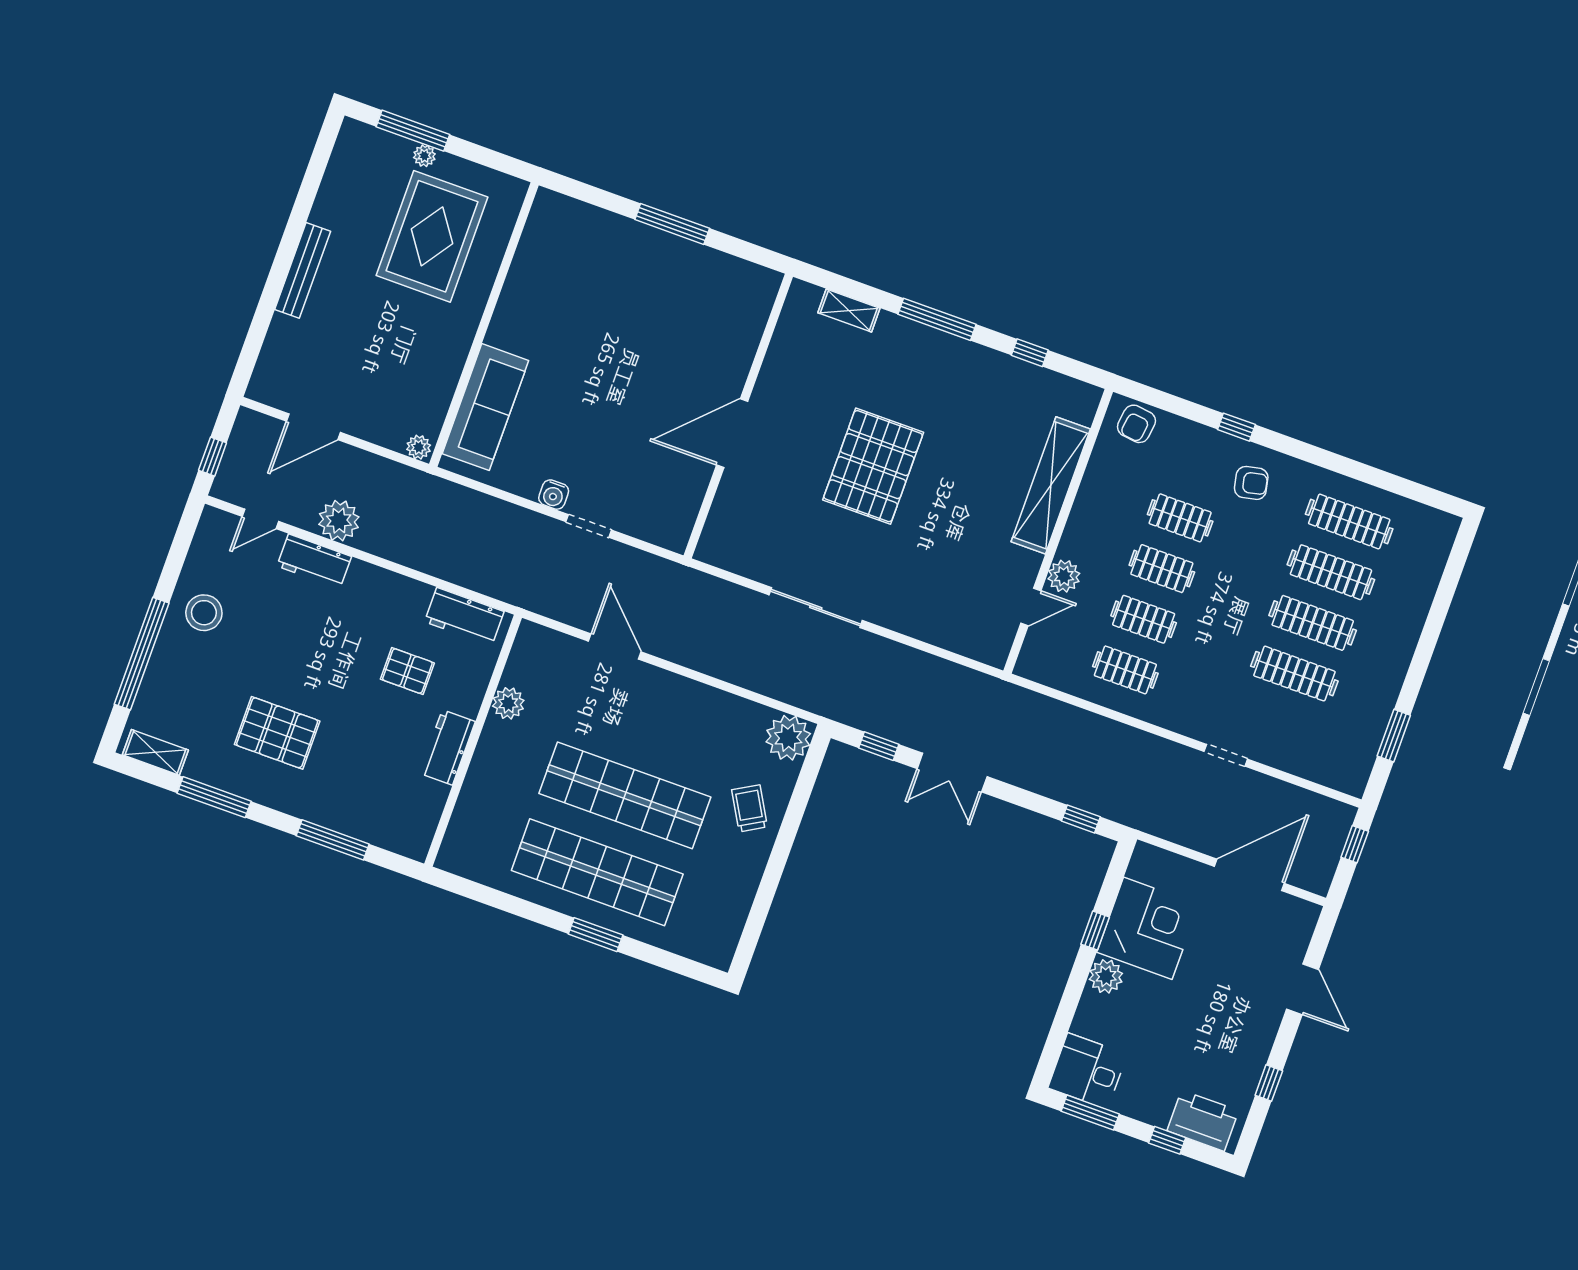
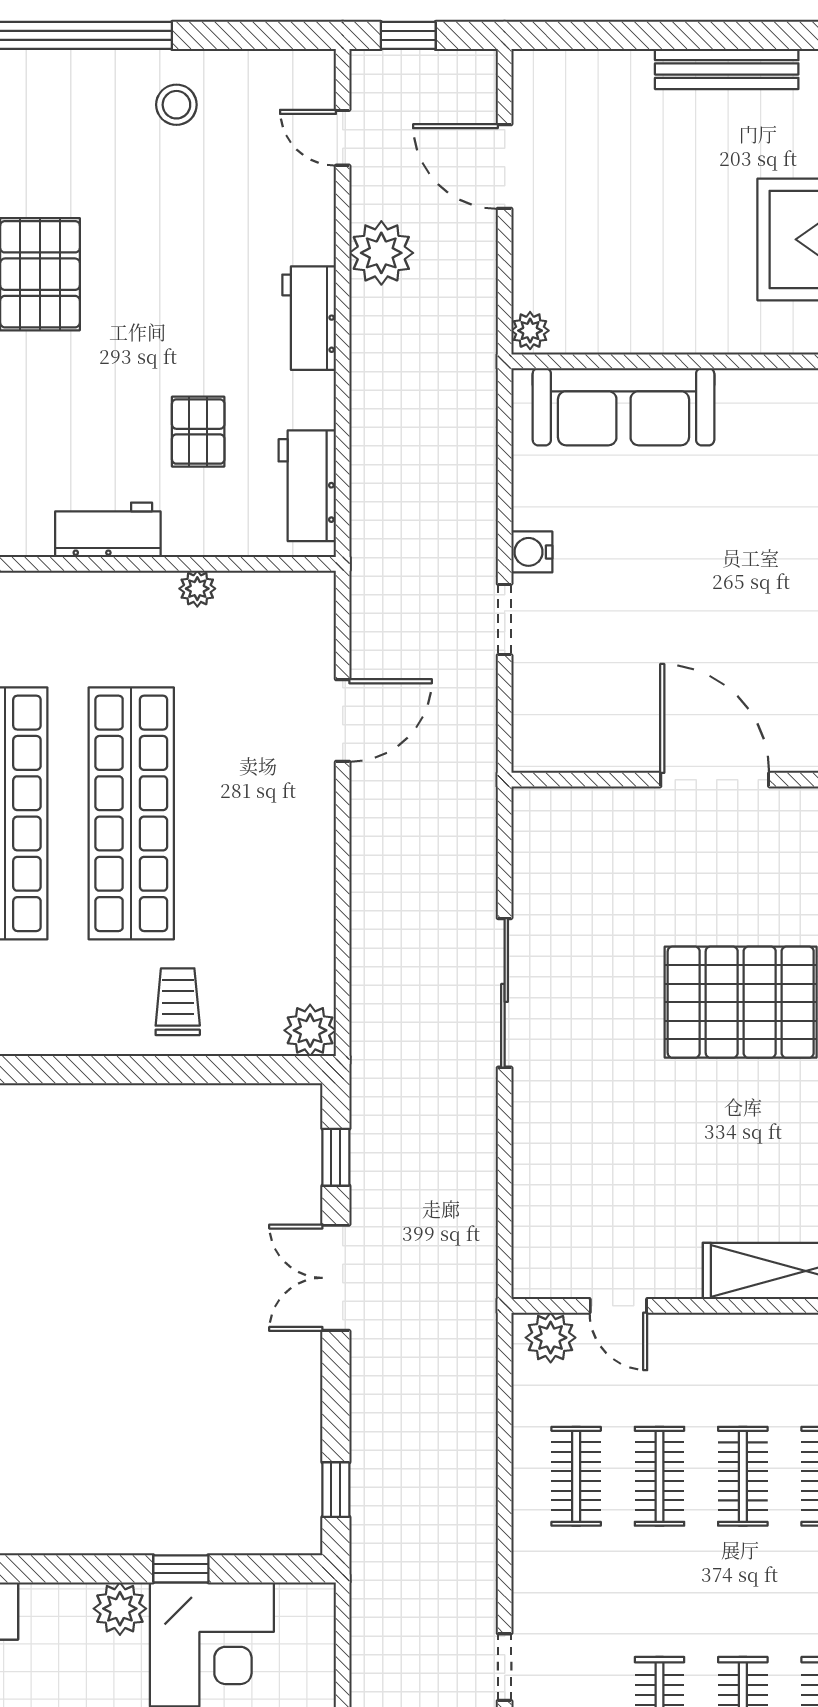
workbench: (314, 561) -> (309, 318), moved
plant: (1064, 576) -> (551, 1338), moved
stool: (204, 613) -> (176, 105), width x0.73, depth x0.73
plant: (508, 703) -> (197, 589), width x0.73, depth x0.73
plant: (788, 738) -> (310, 1030), width x0.73, depth x0.73
trolley: (750, 808) -> (178, 1002), turned -60

